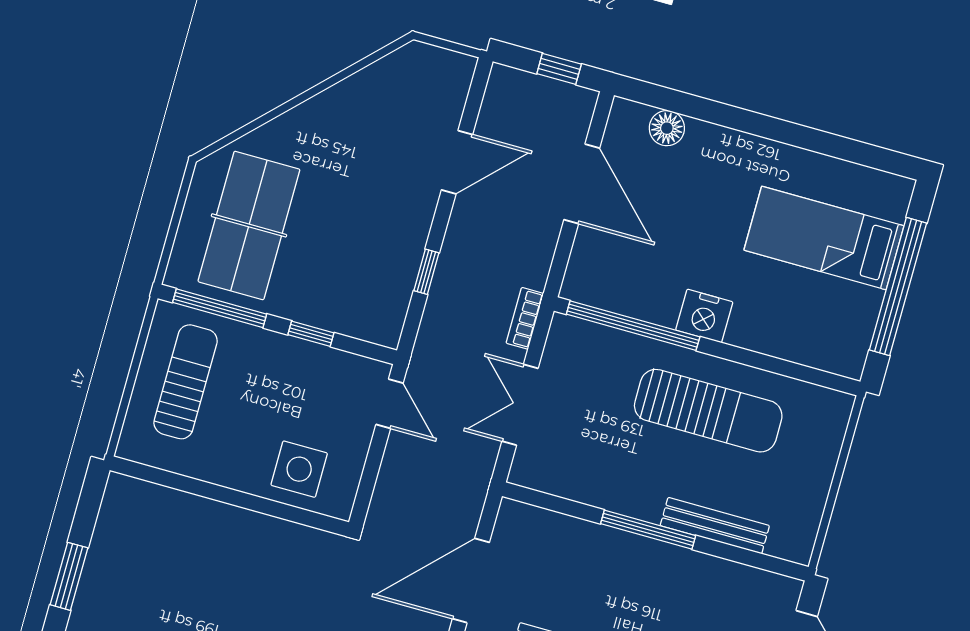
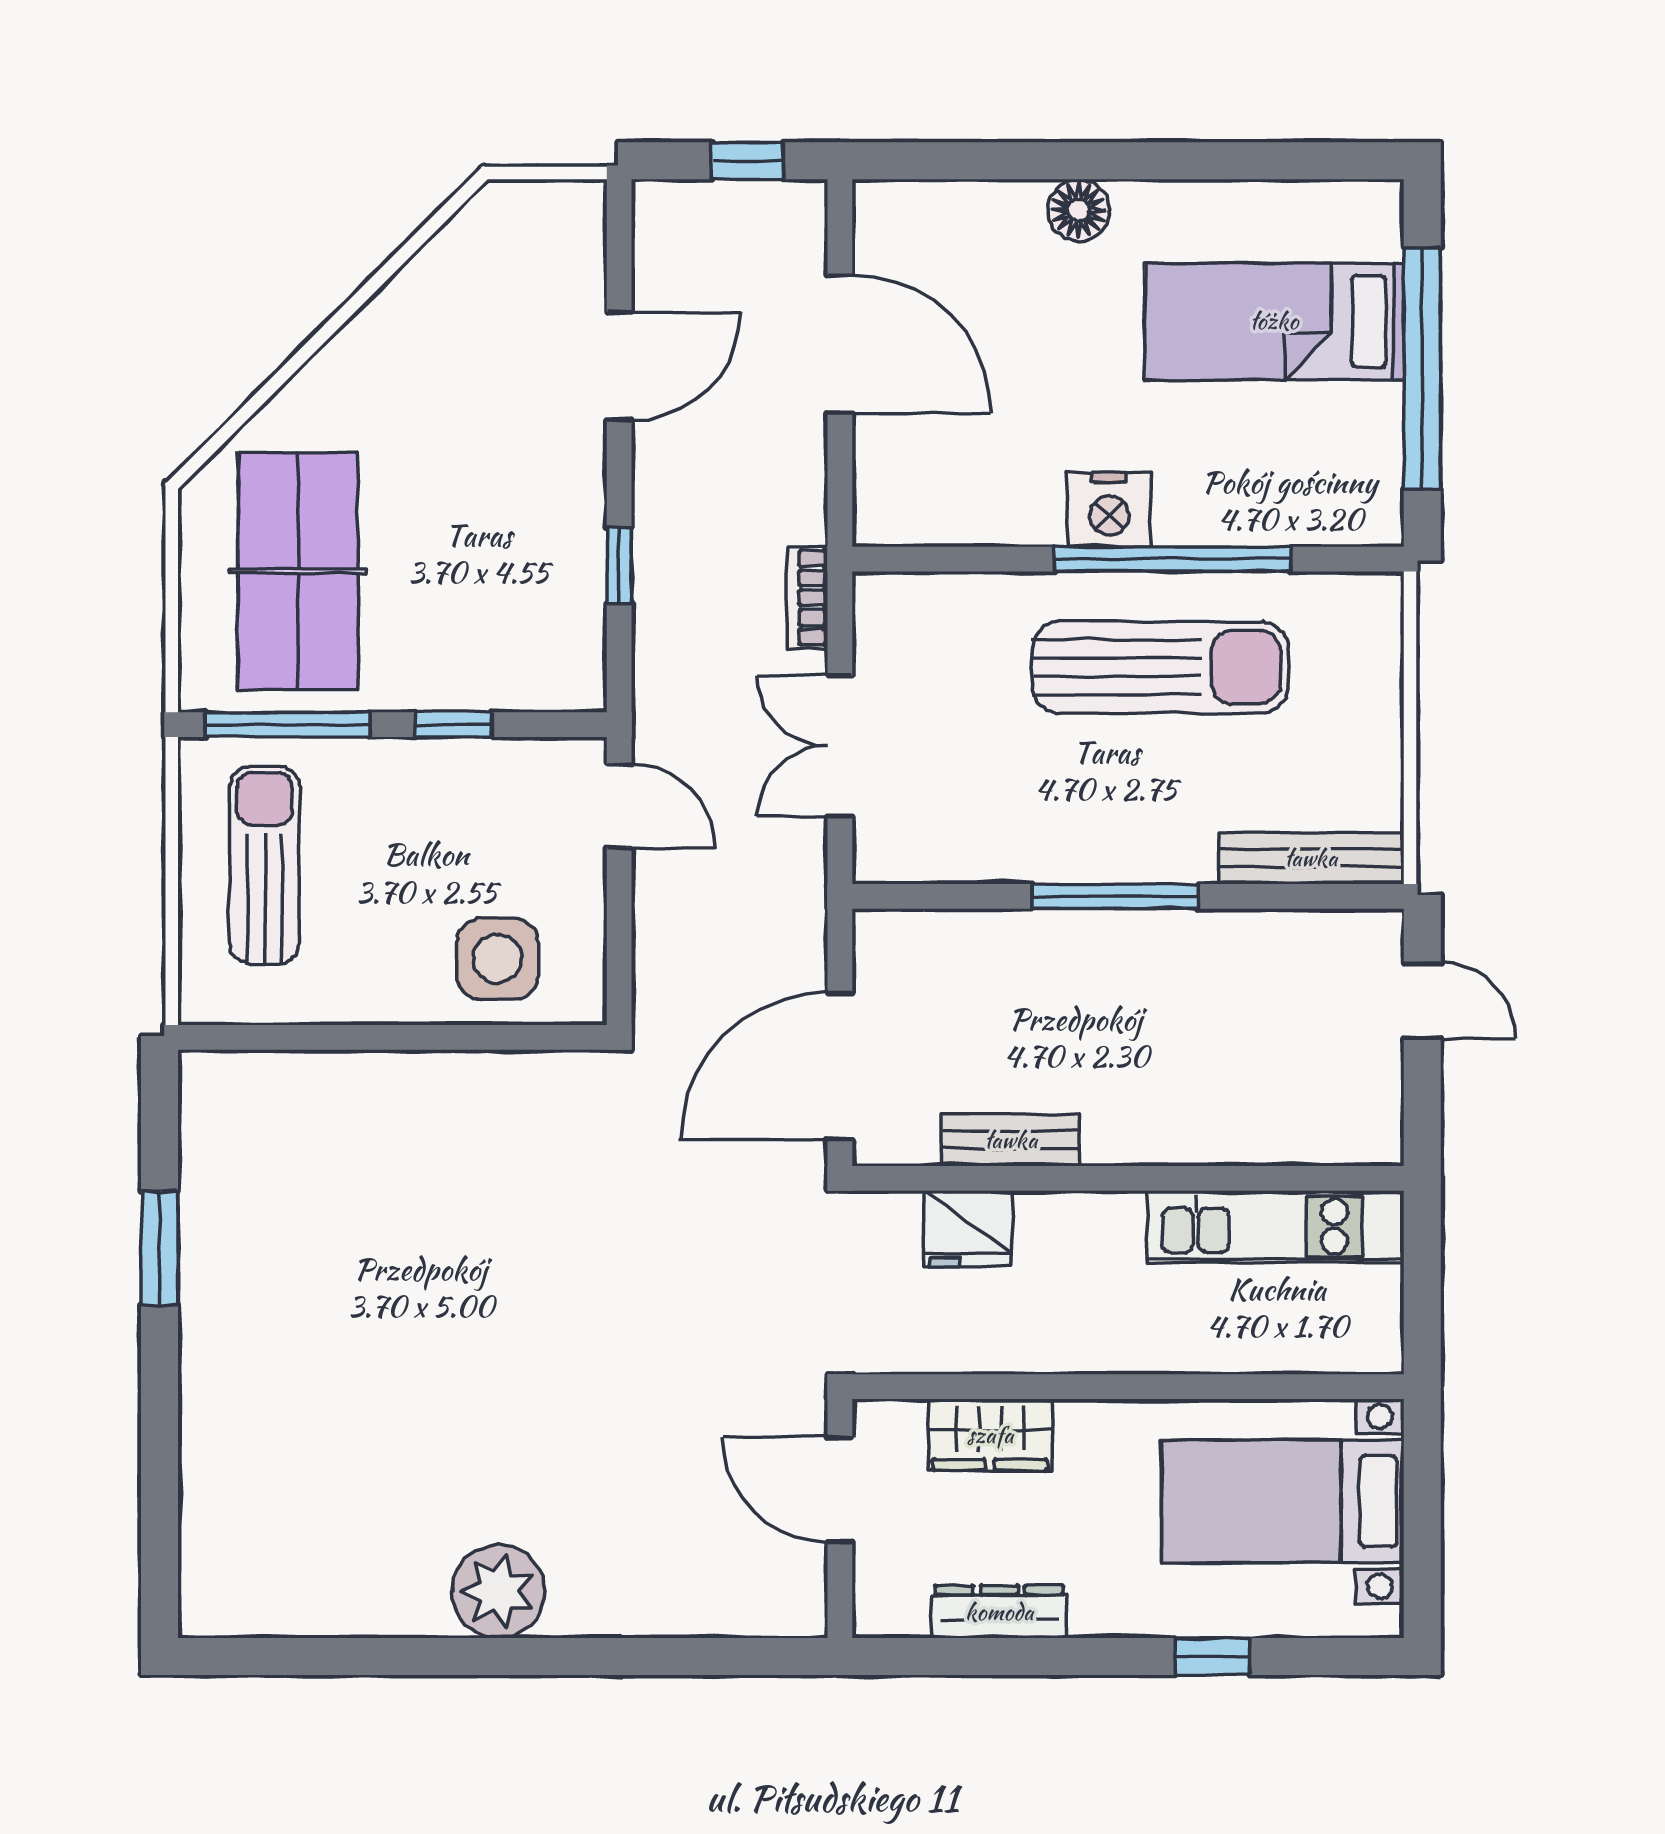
floor lamp: (667, 128) -> (1079, 210), moved
window: (633, 326) -> (1173, 559), moved
bench: (715, 526) -> (1311, 858), moved

